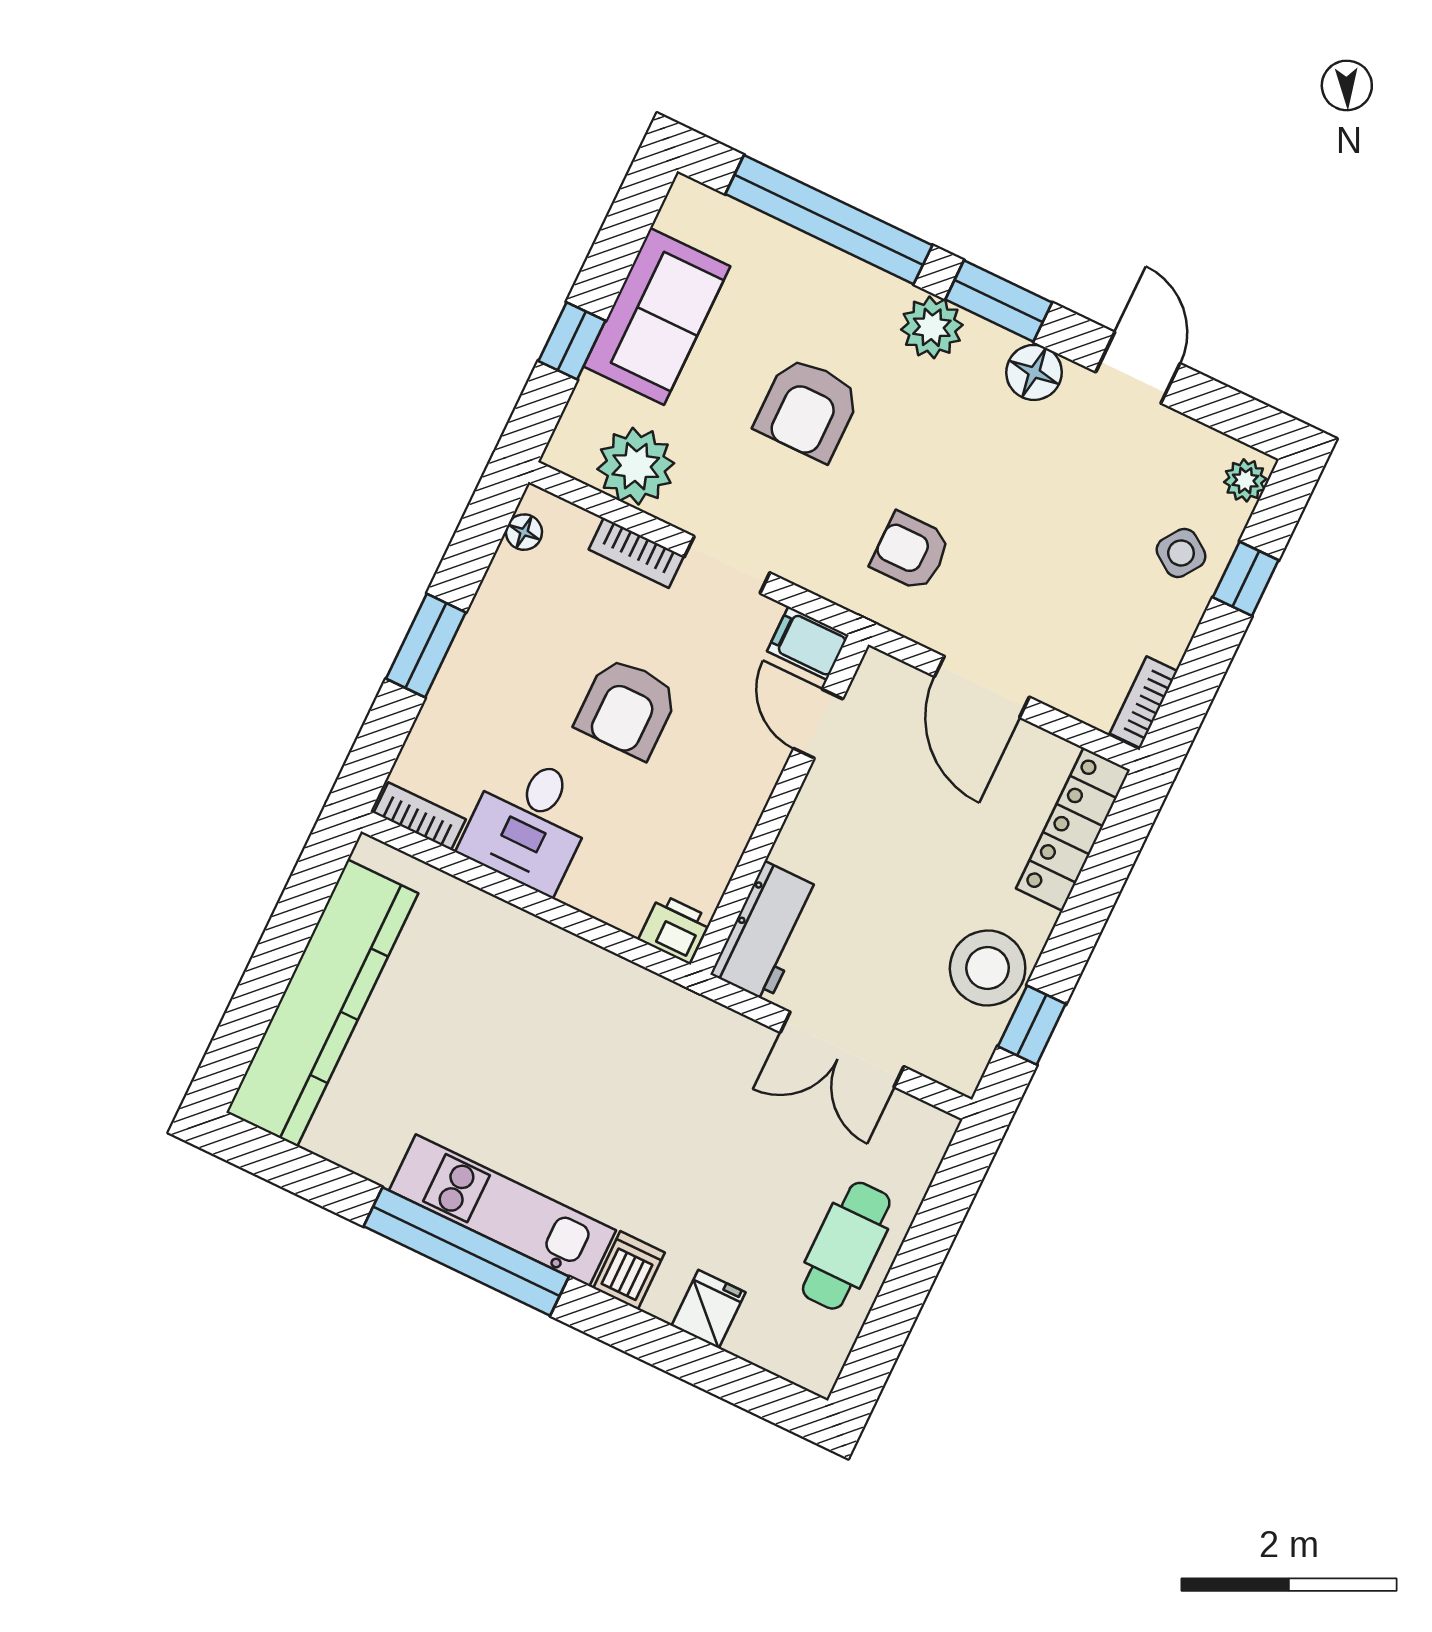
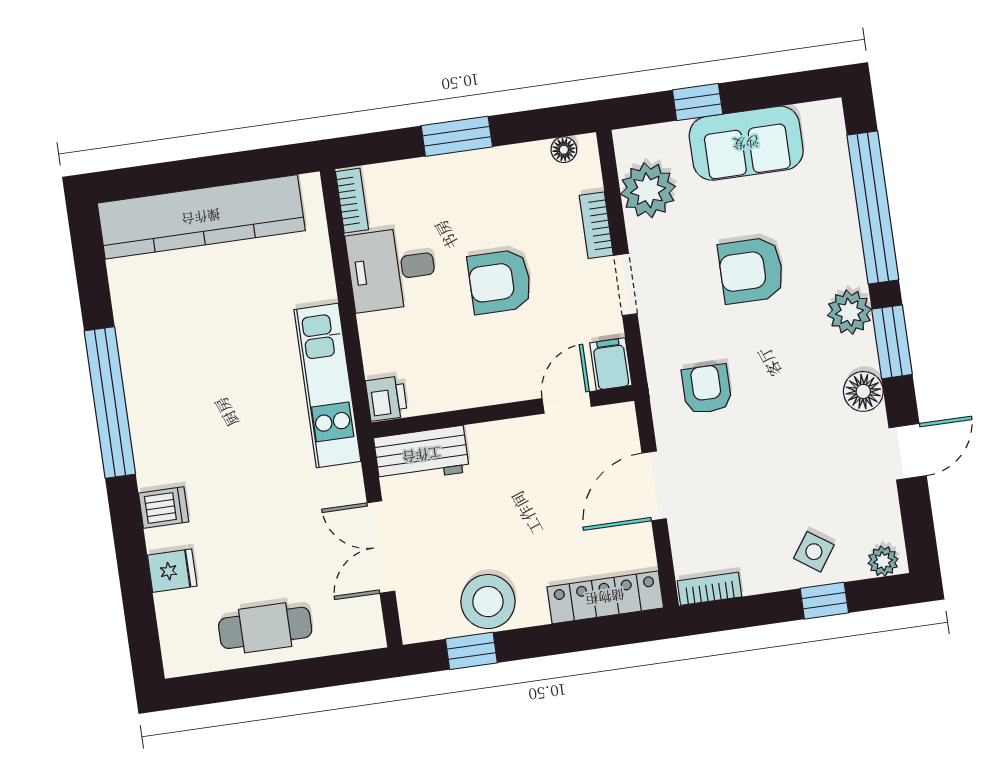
kitchen unit: (503, 1210) -> (327, 385), moved, turned 180

